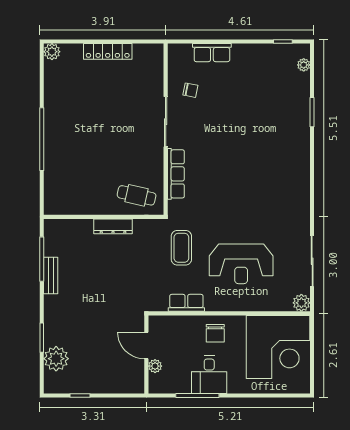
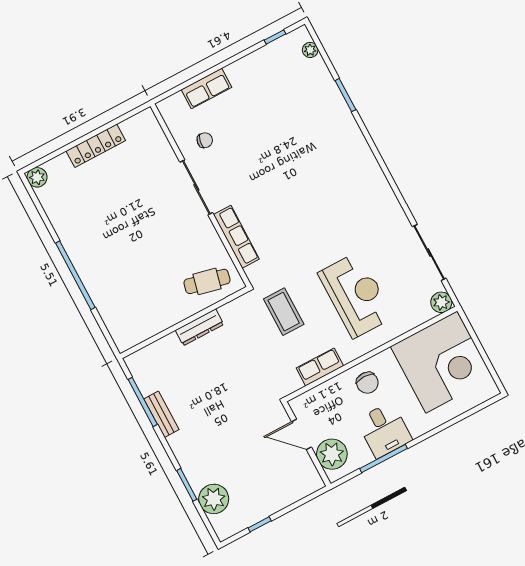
reception desk: (241, 264) -> (356, 295), turned -90
plant: (155, 366) -> (332, 454), width x1.87, depth x1.87

